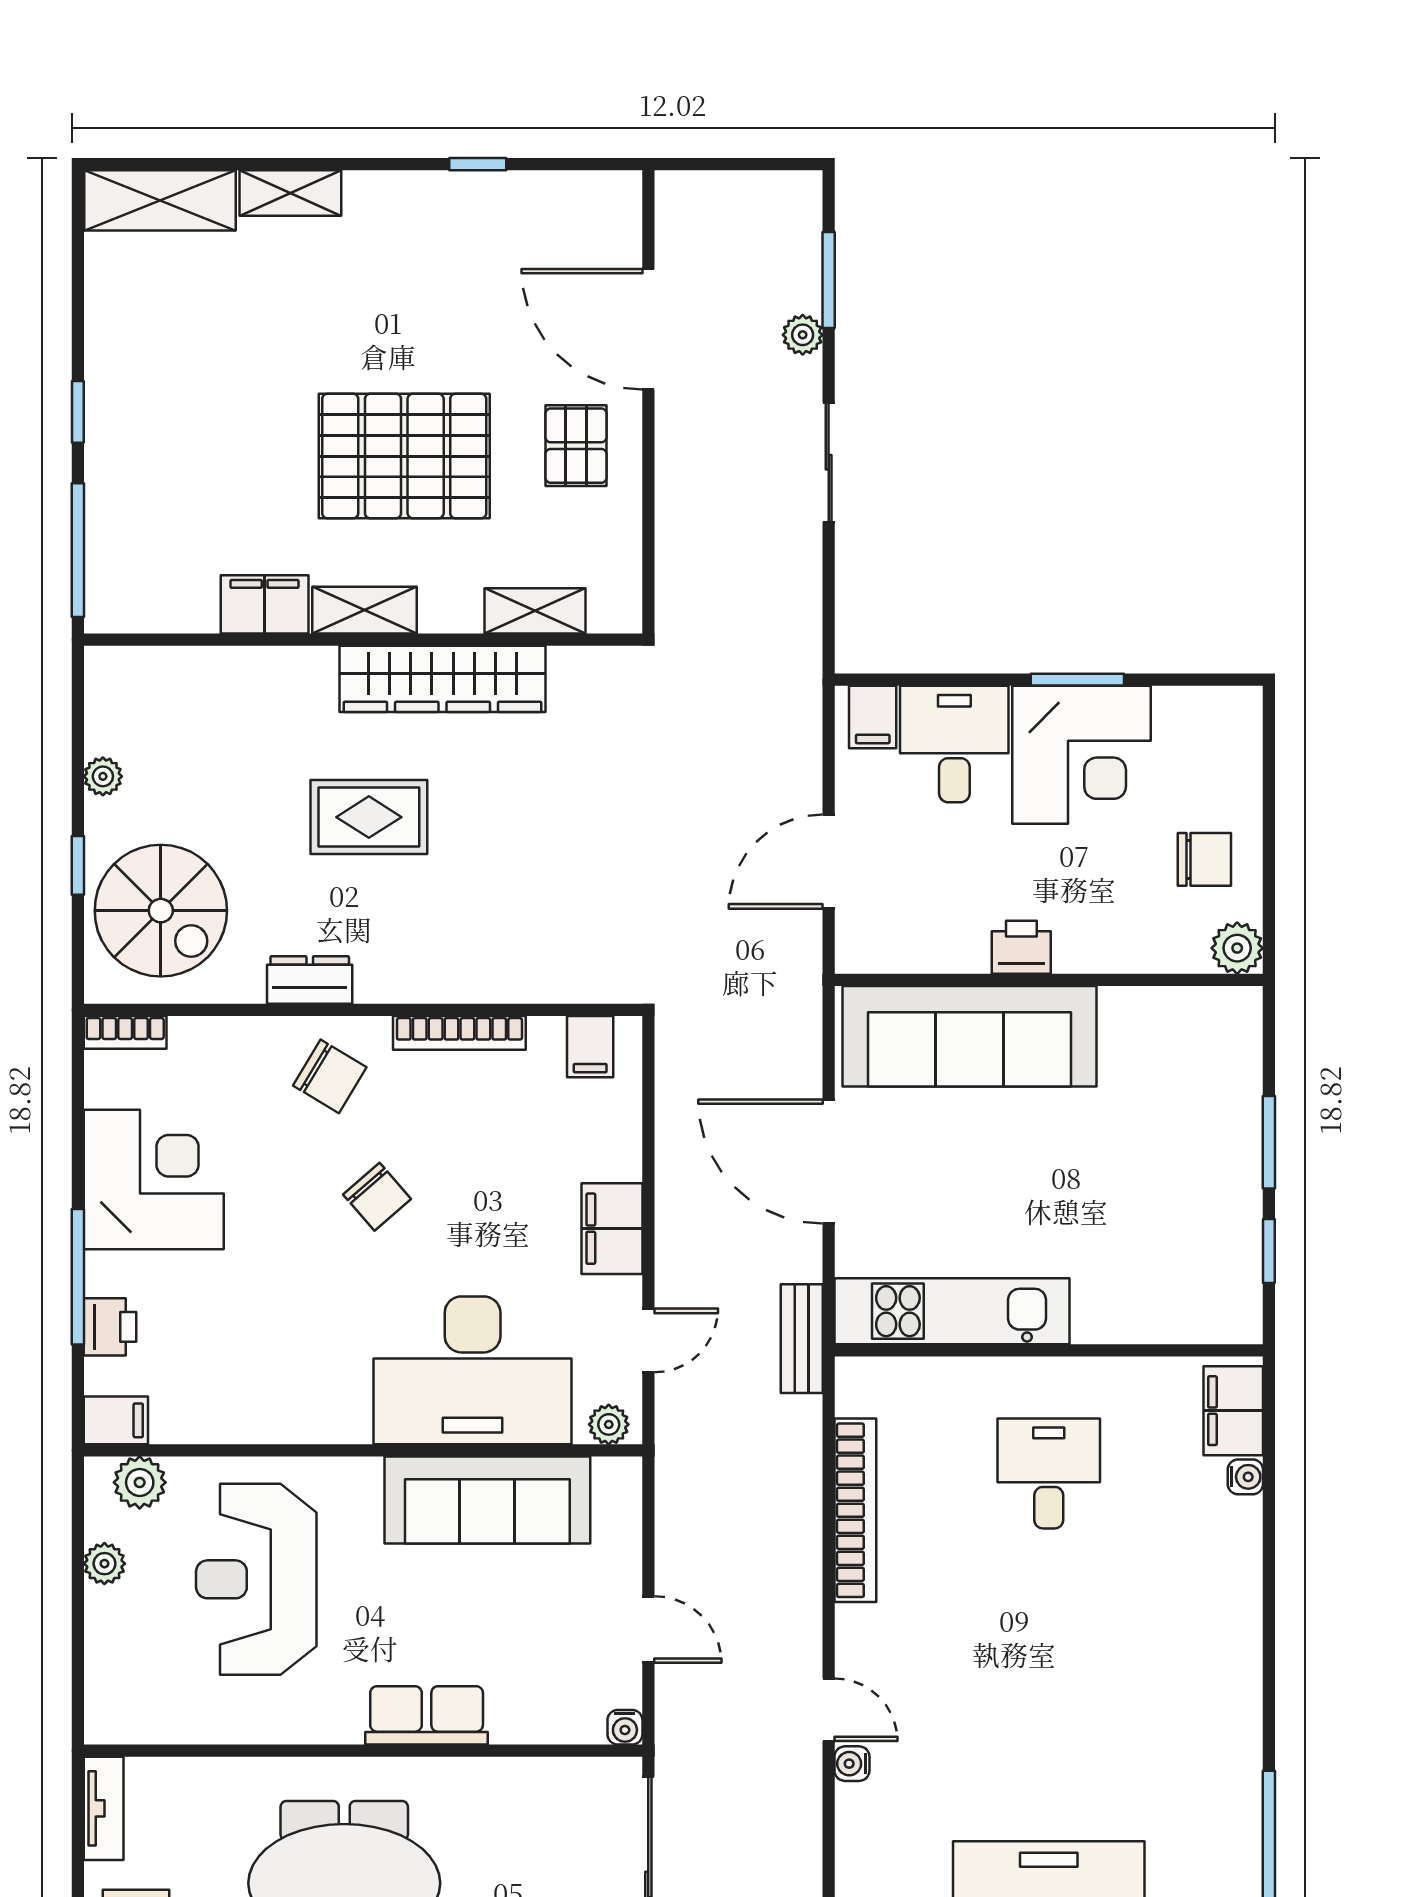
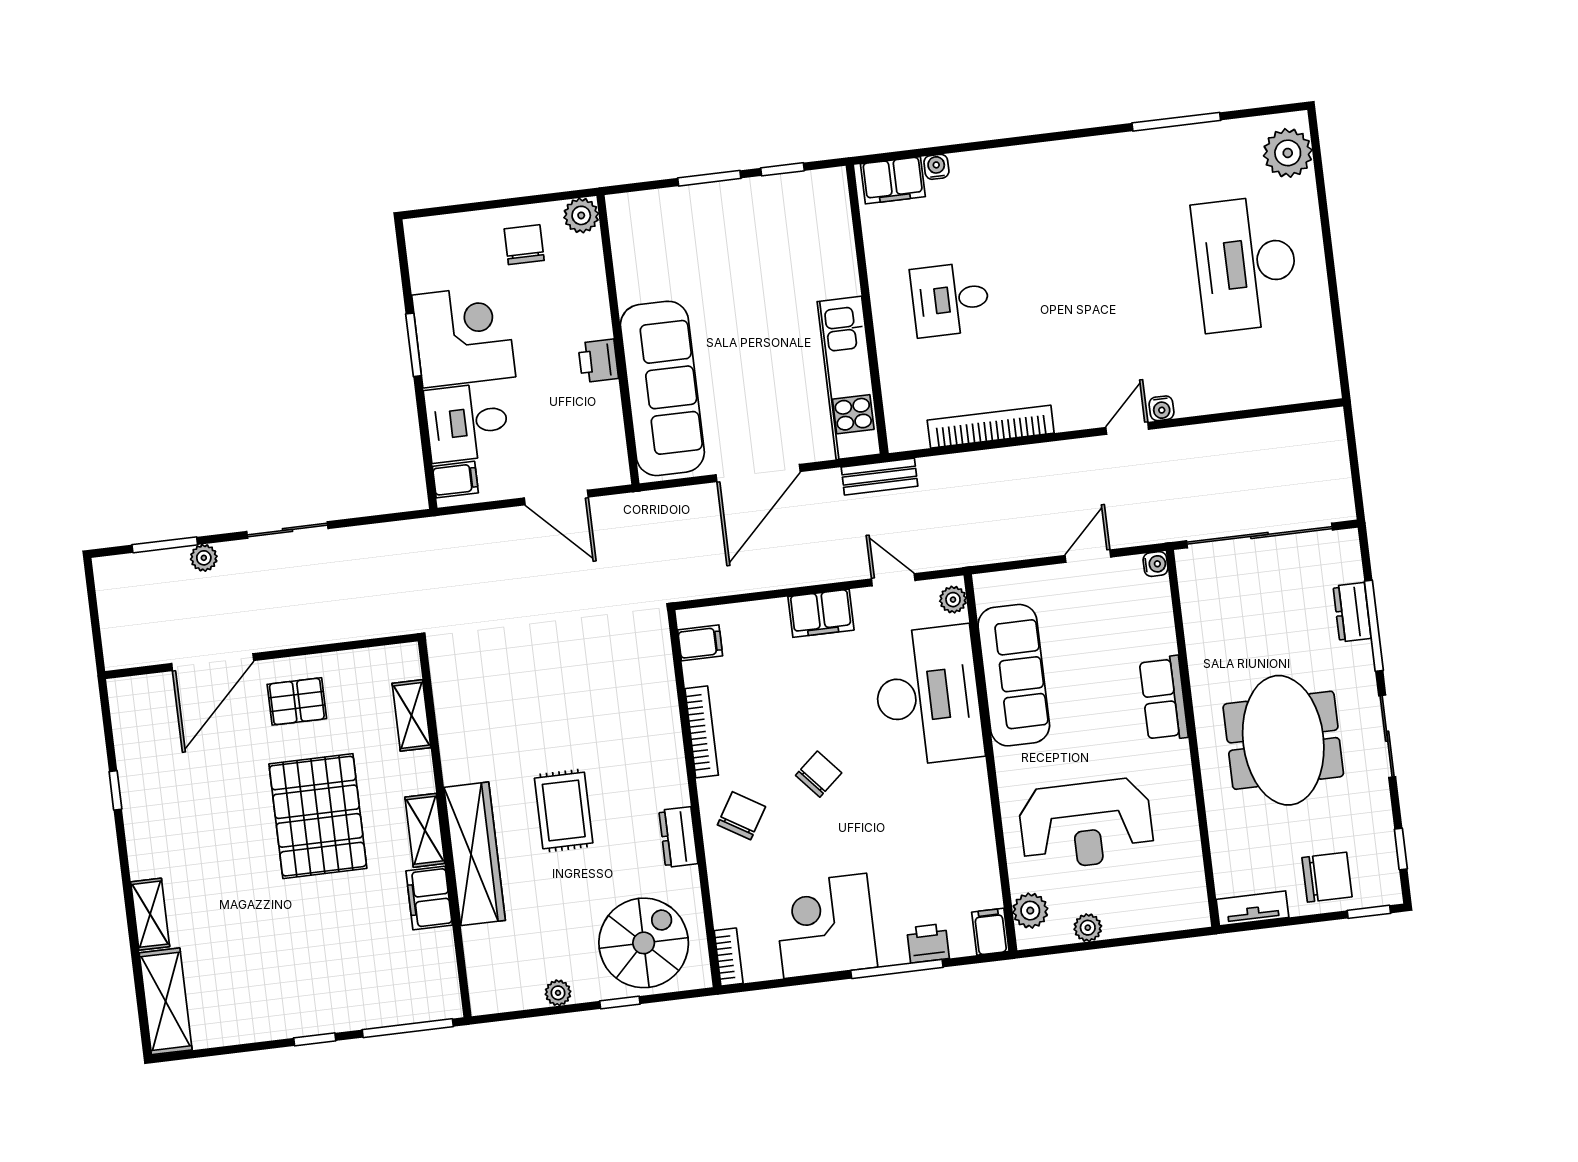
wardrobe: (442, 679) -> (475, 854), moved

